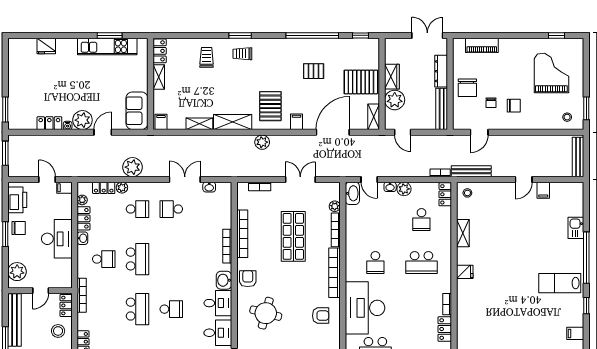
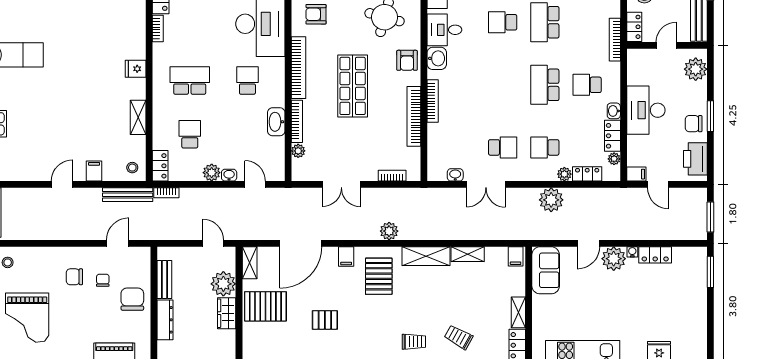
trolley: (207, 57) -> (459, 337), turned 119
bench: (442, 109) -> (164, 279), width x0.73
filing cabinet: (543, 190) -> (94, 171), moved
washbasin: (352, 193) -> (276, 122), moved
shop shelf: (293, 236) -> (353, 86), moved

